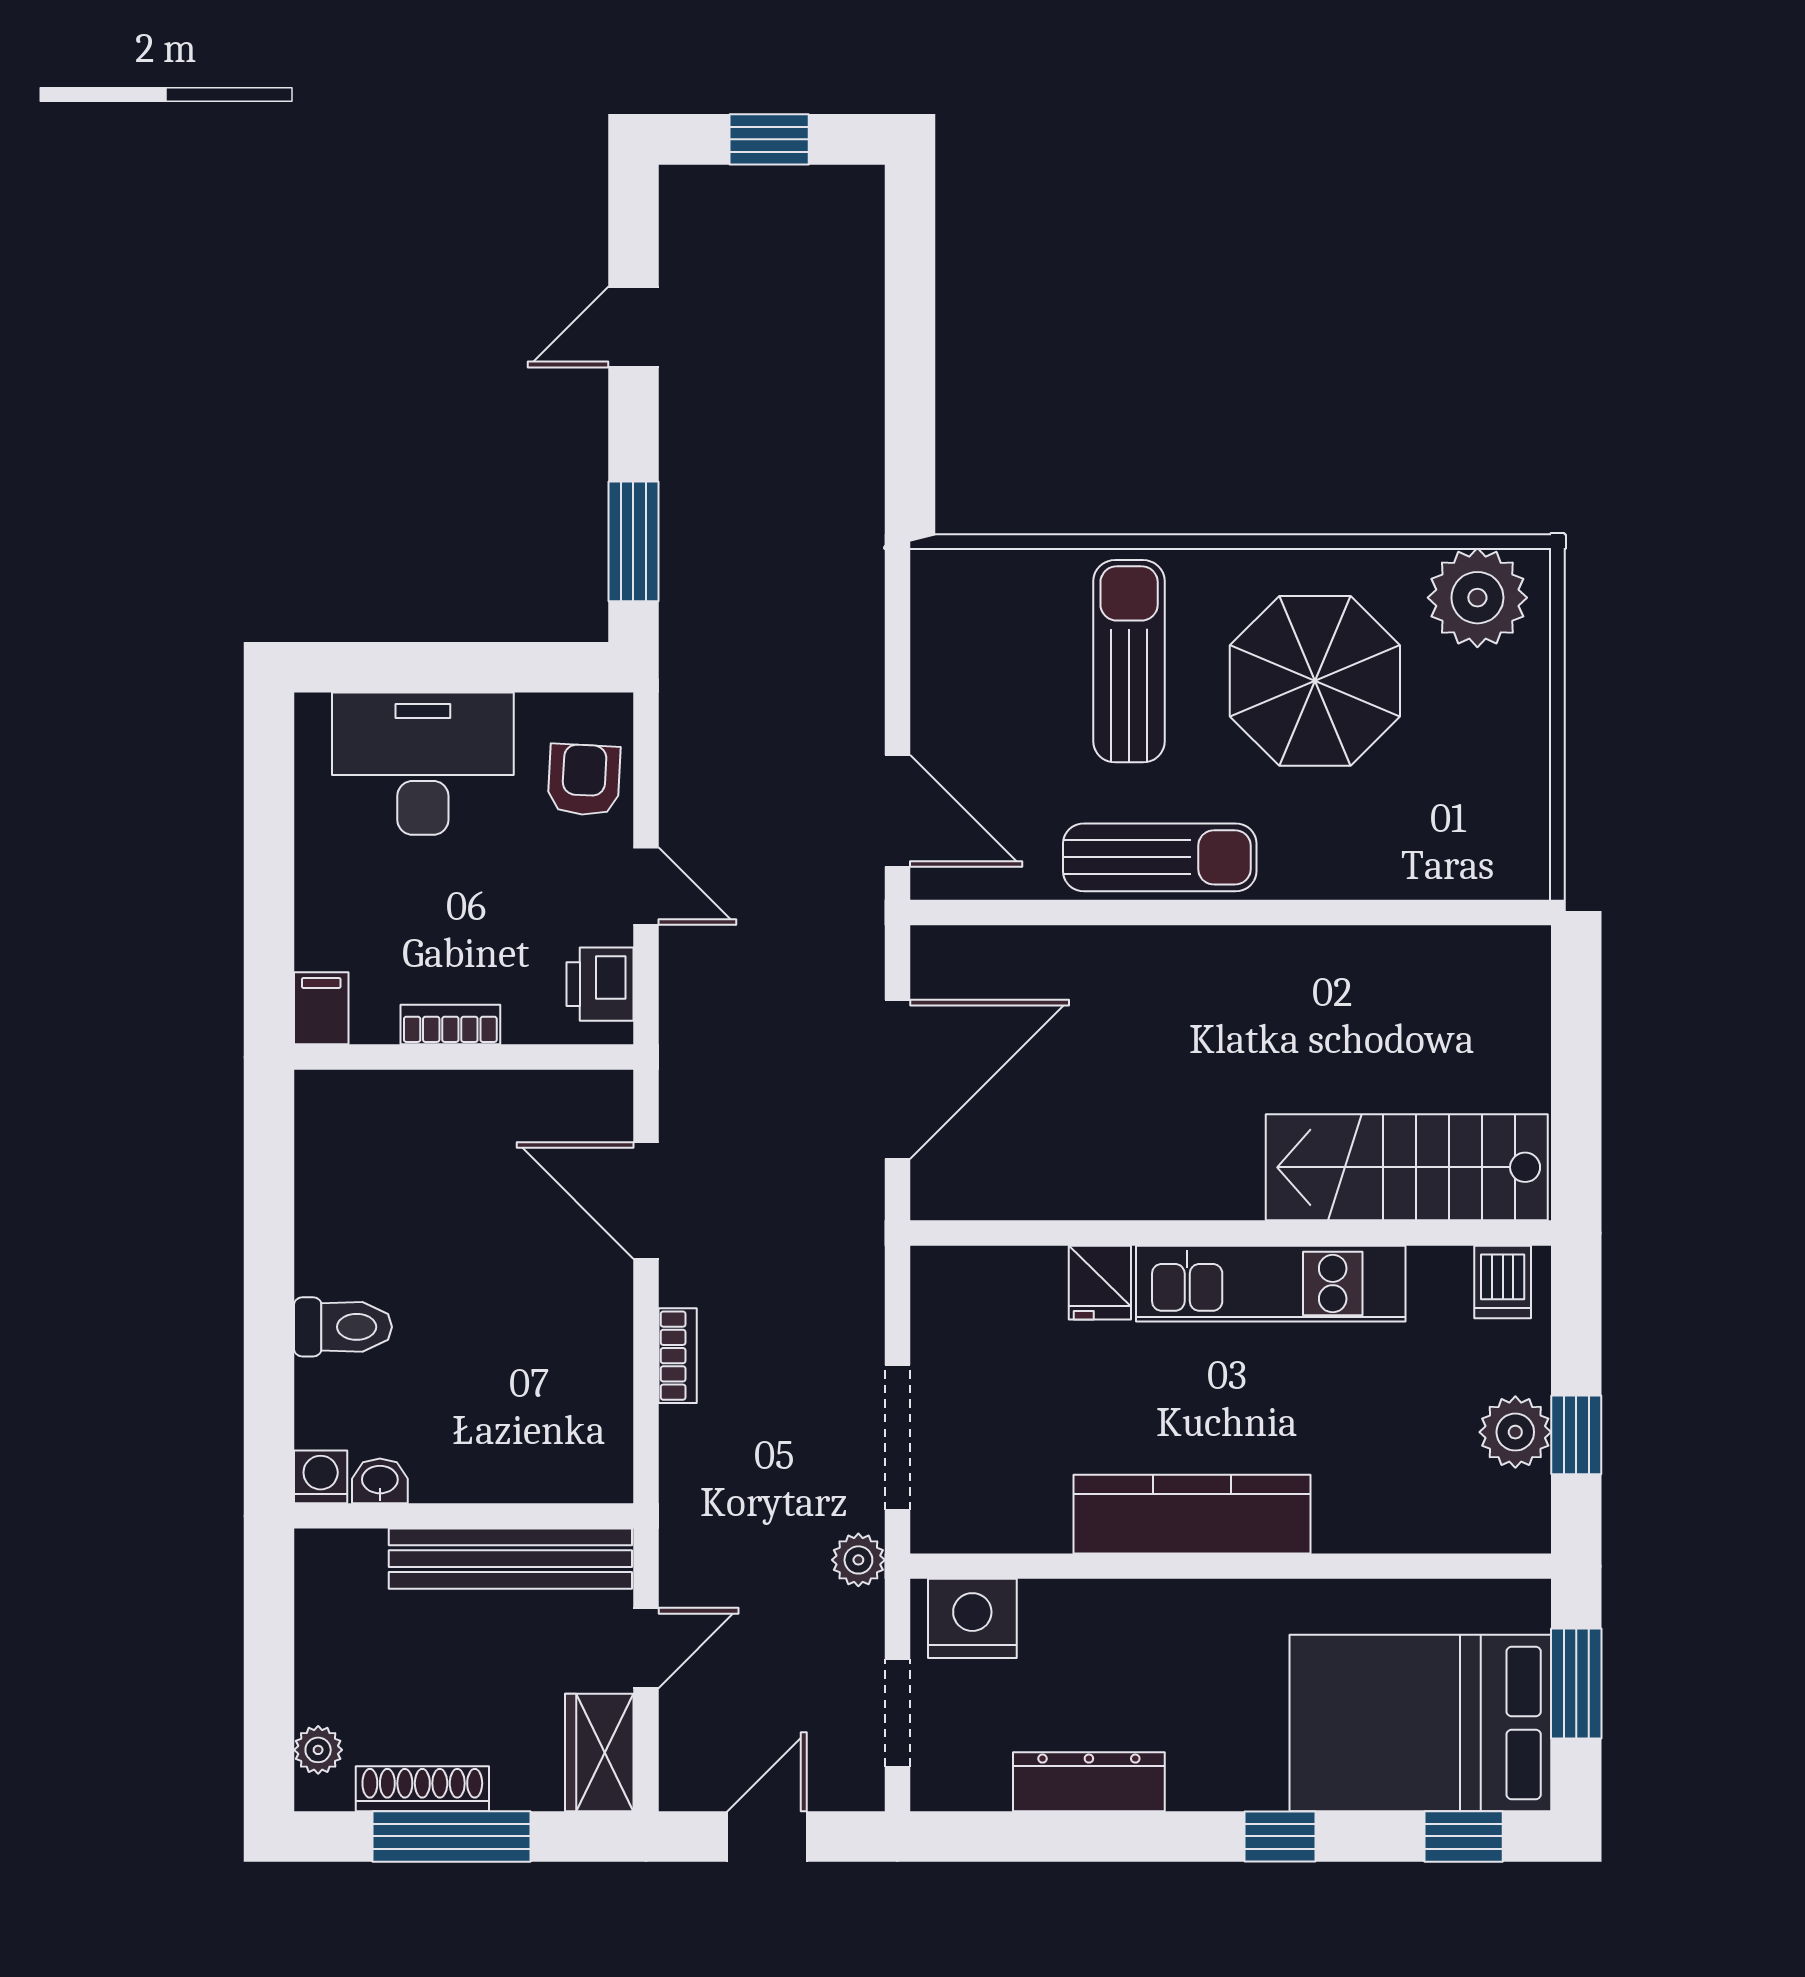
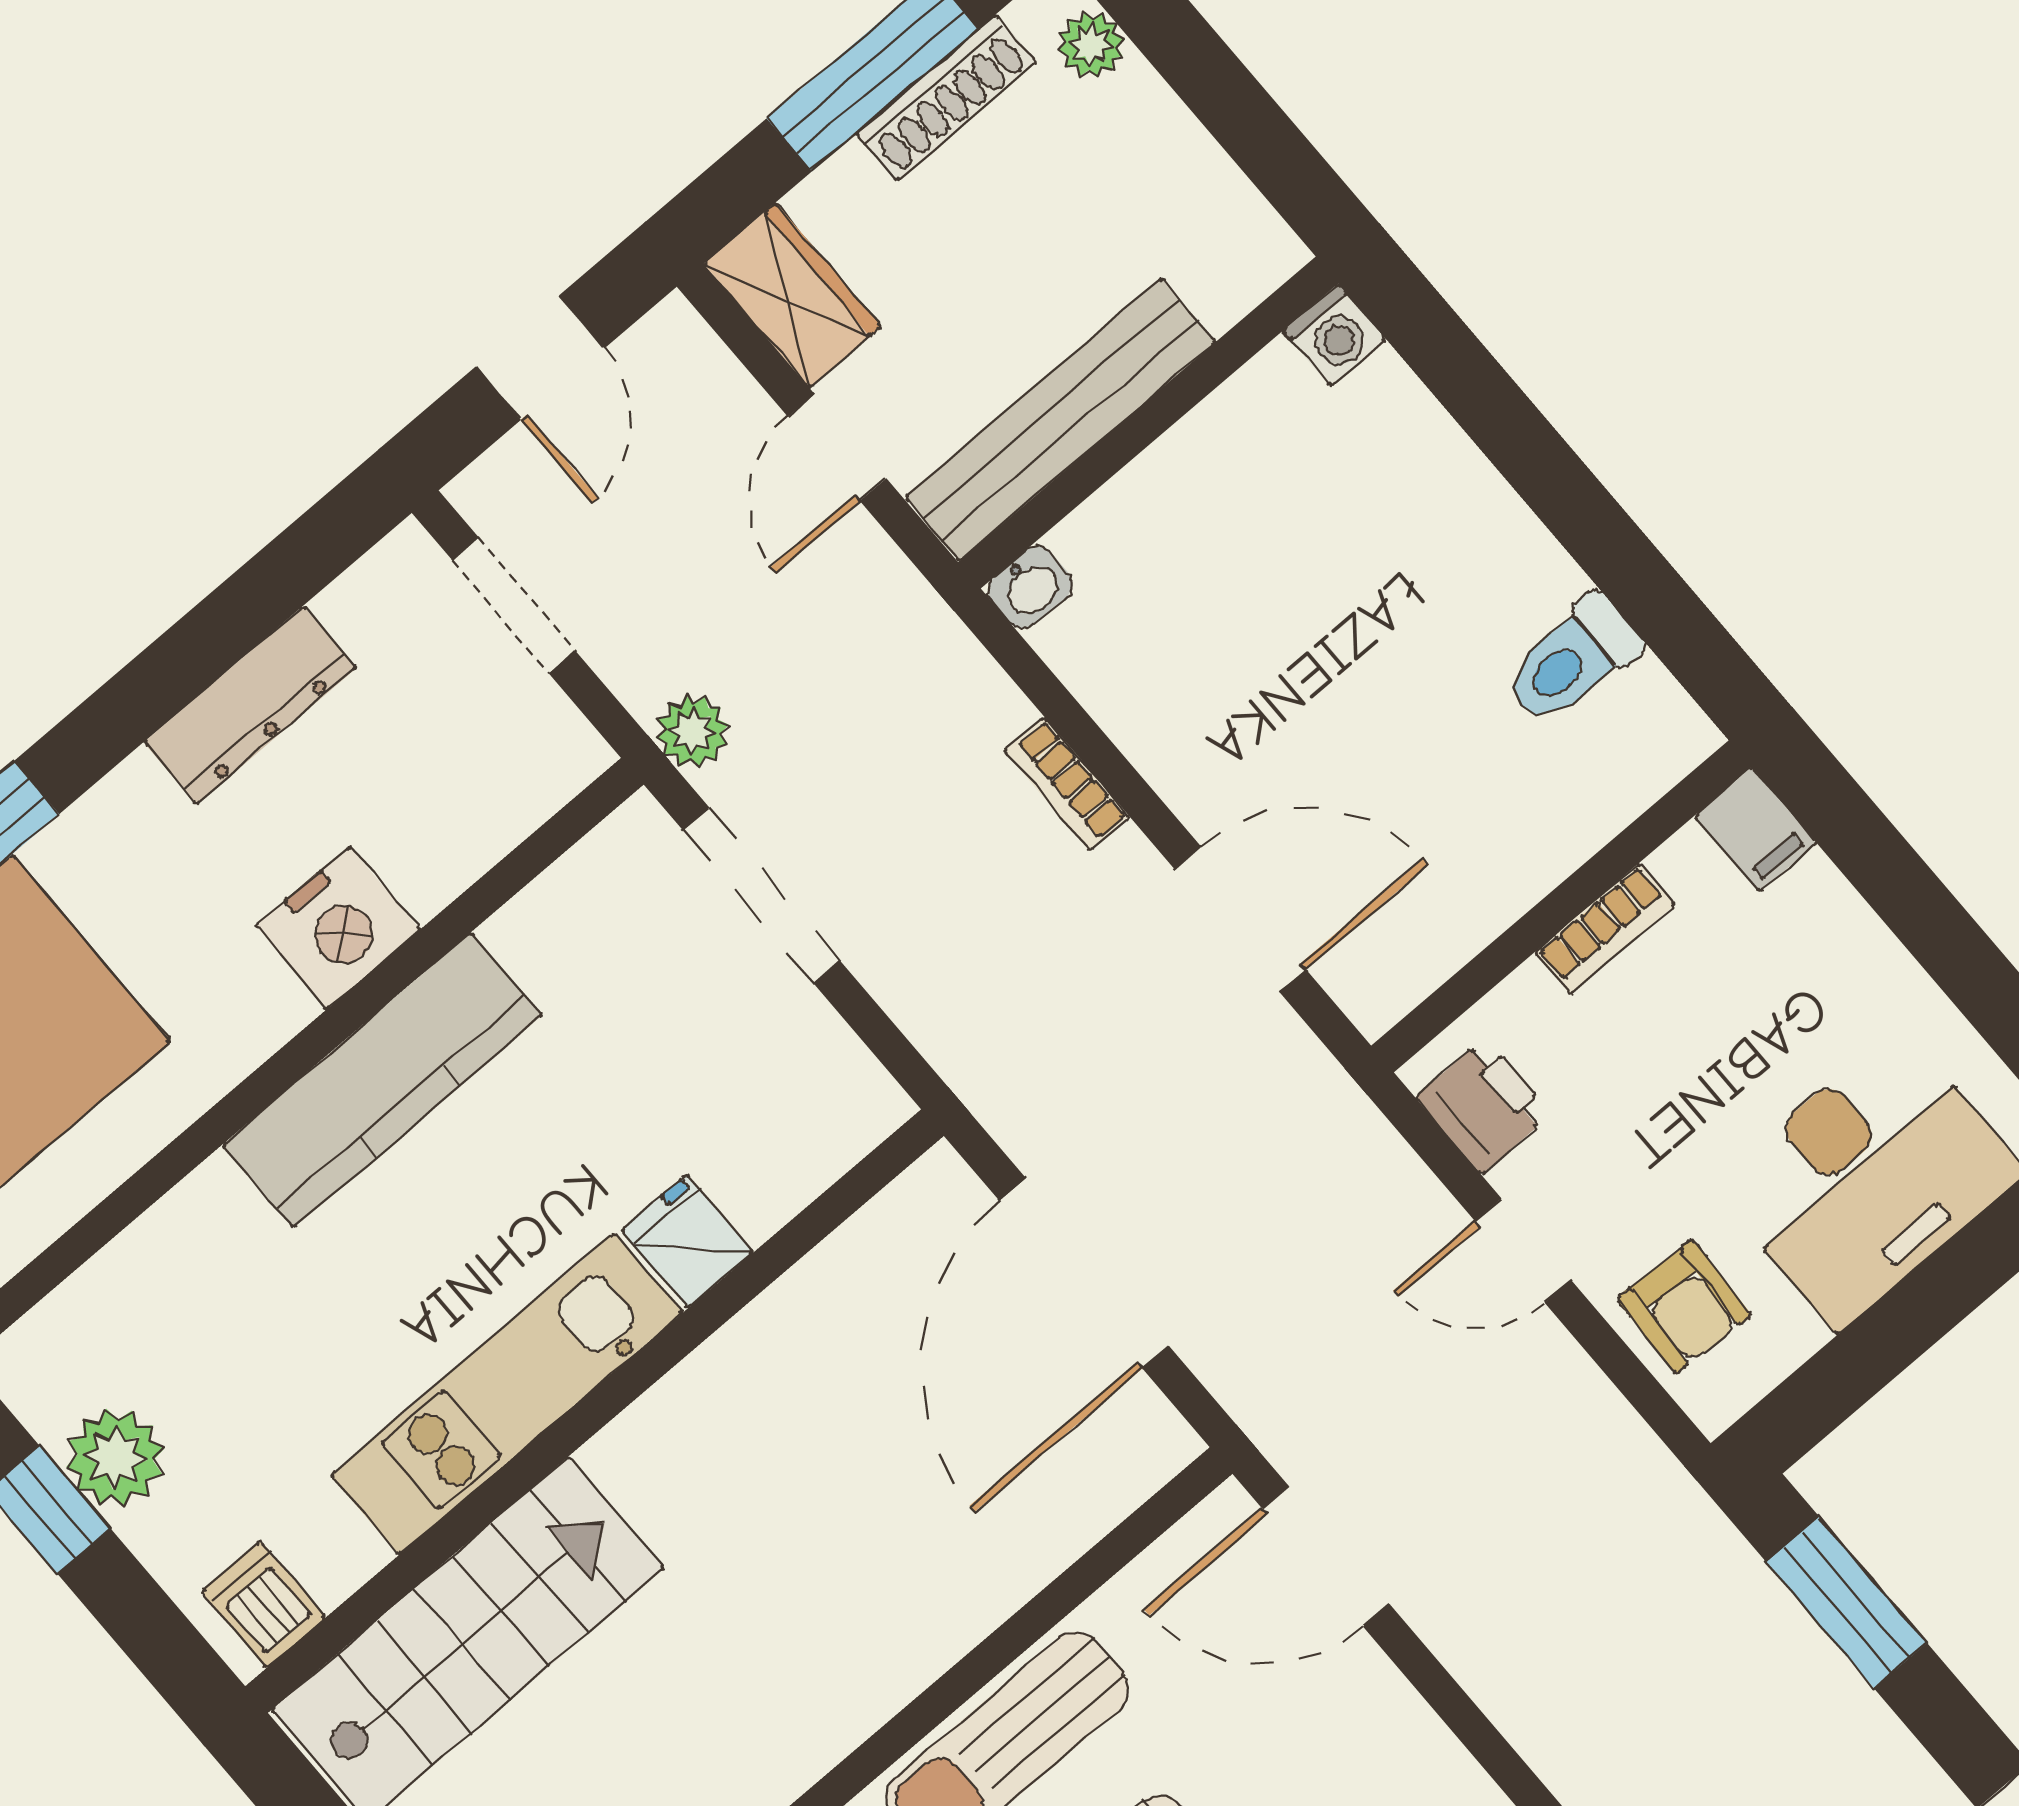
toilet: (343, 1327) -> (1572, 660), moved
washbasin: (380, 1481) -> (1030, 587), moved
nightstand: (972, 1618) -> (338, 928), moved

